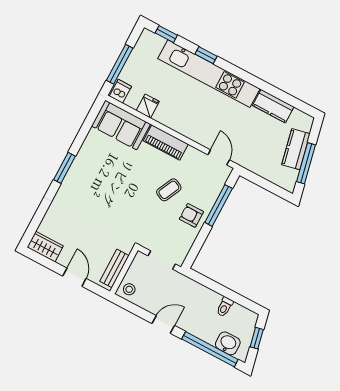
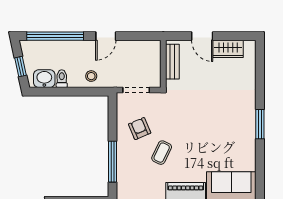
armchair: (191, 215) -> (140, 129), moved, turned -113
wardrobe: (45, 247) -> (228, 49), moved
stool: (129, 289) -> (91, 76), moved
washbasin: (228, 343) -> (44, 79), moved, turned 180

